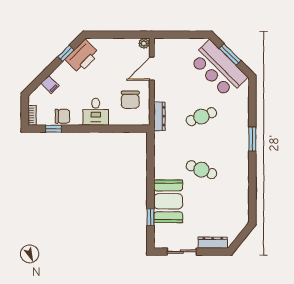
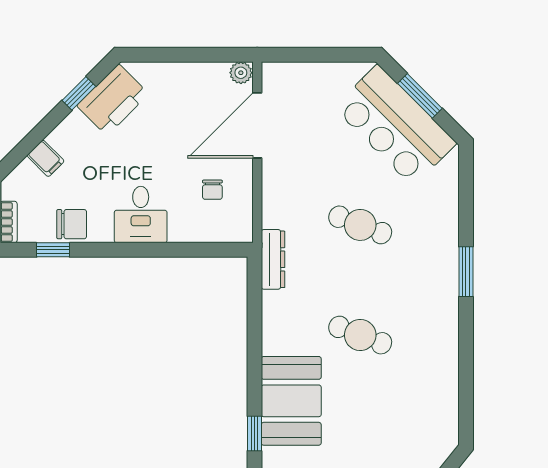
door: (152, 69) -> (257, 125), width x1.36
chair: (130, 100) -> (212, 190), width x0.54, depth x0.54
dresser: (159, 116) -> (273, 259), moved
cafe table: (201, 117) -> (360, 225), turned 42

